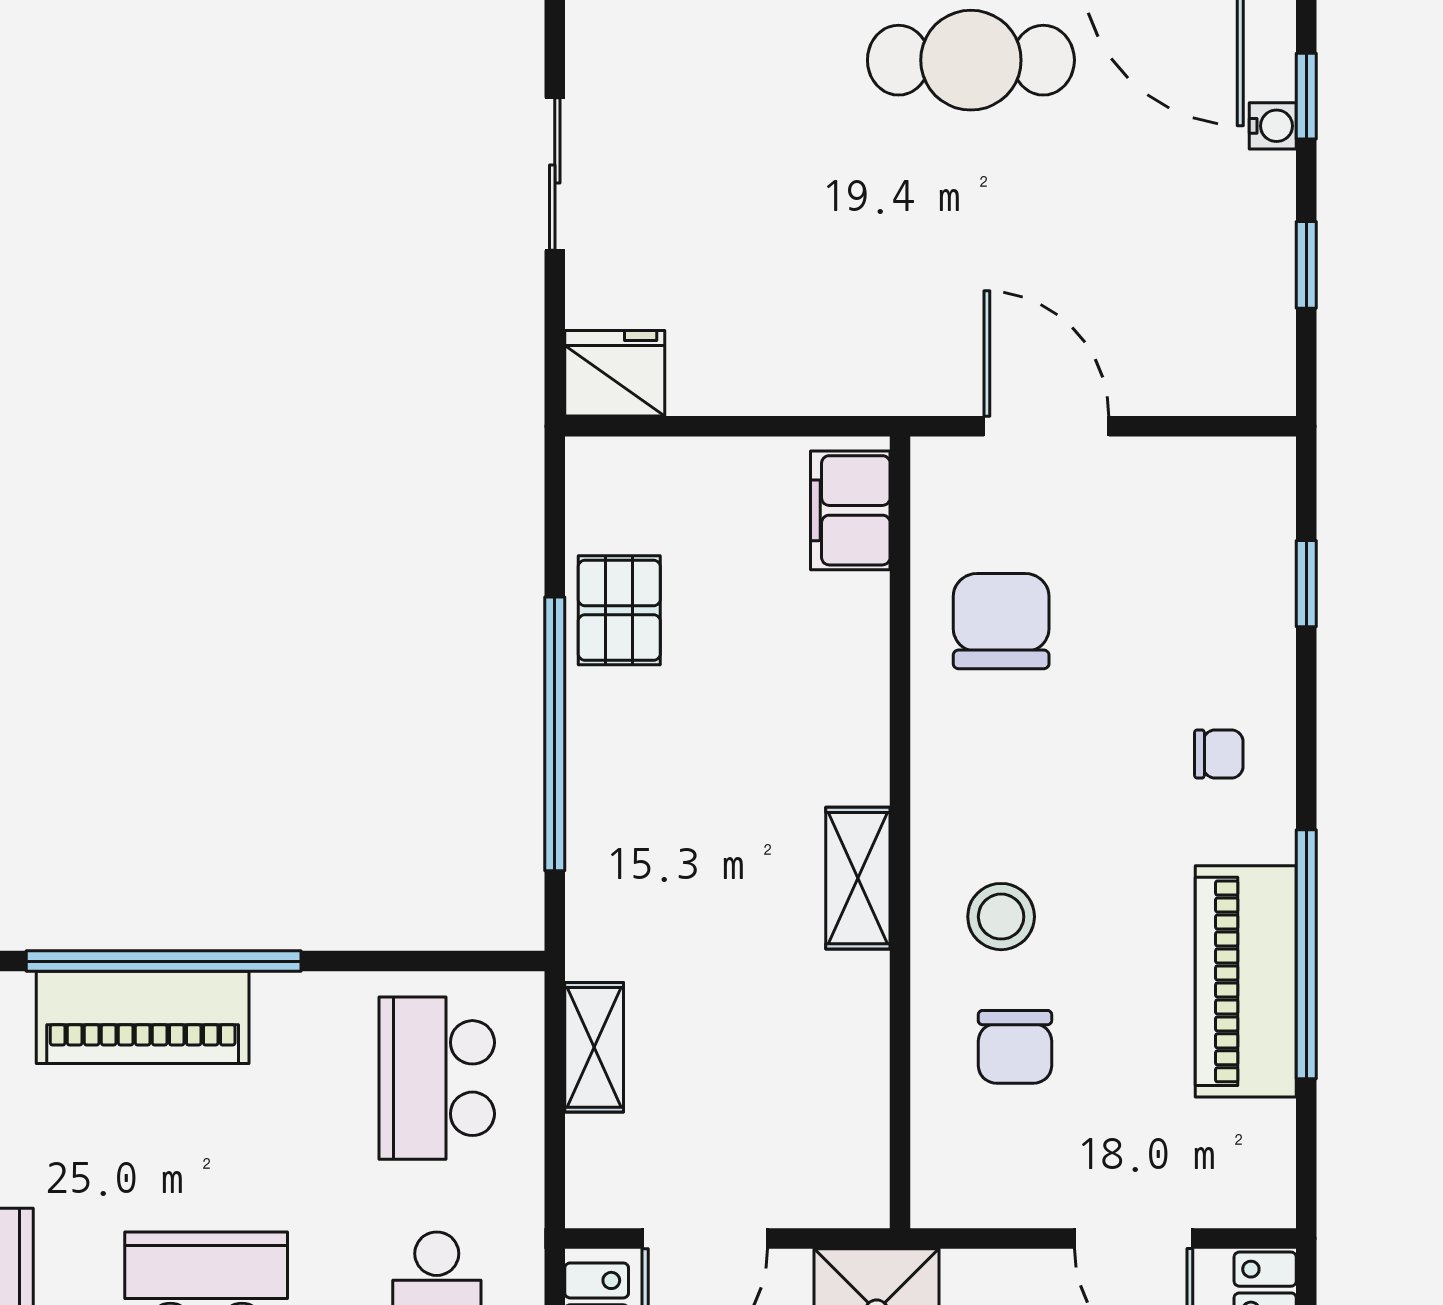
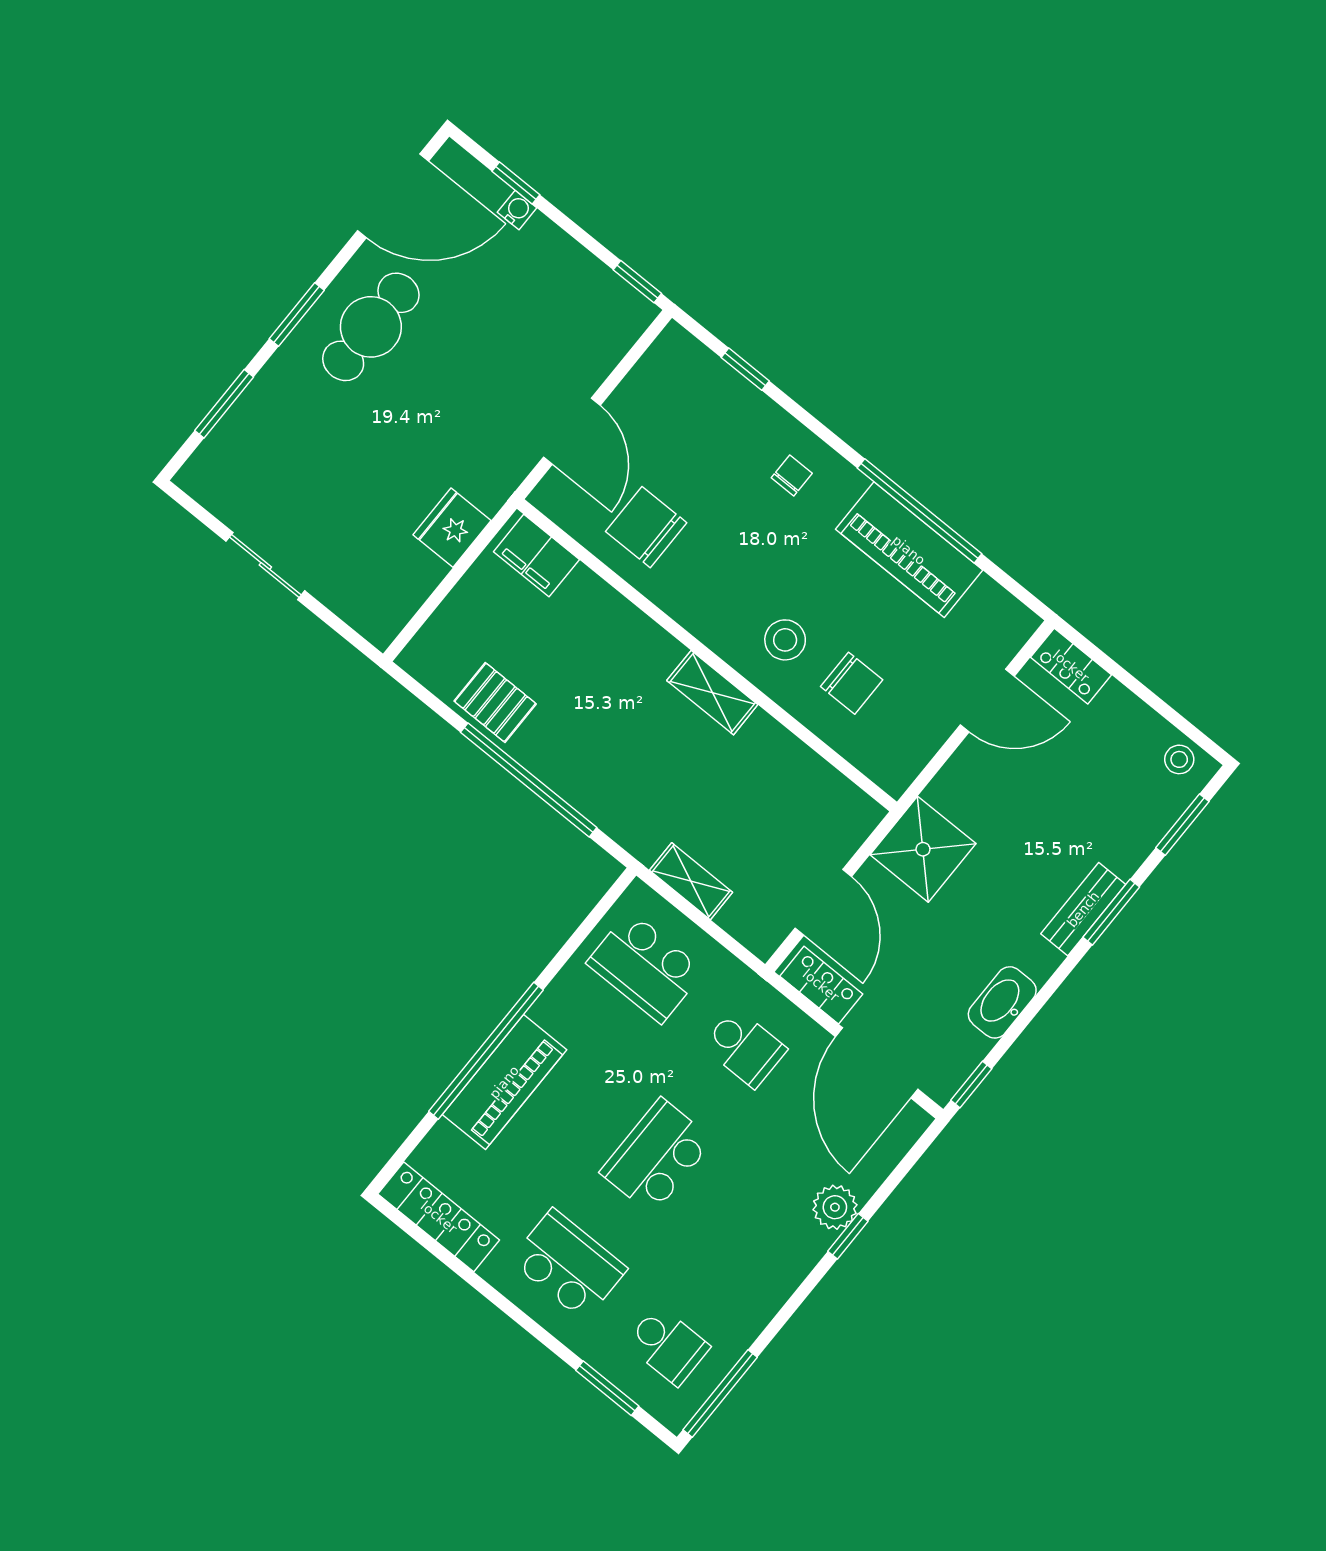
window: (1306, 265) -> (637, 282), moved
fridge: (615, 373) -> (452, 528), moved
door: (1046, 426) -> (572, 431), swing flipped

